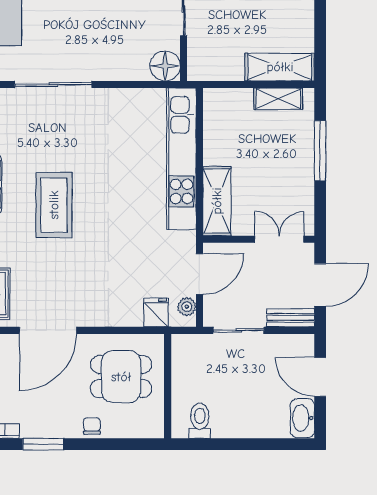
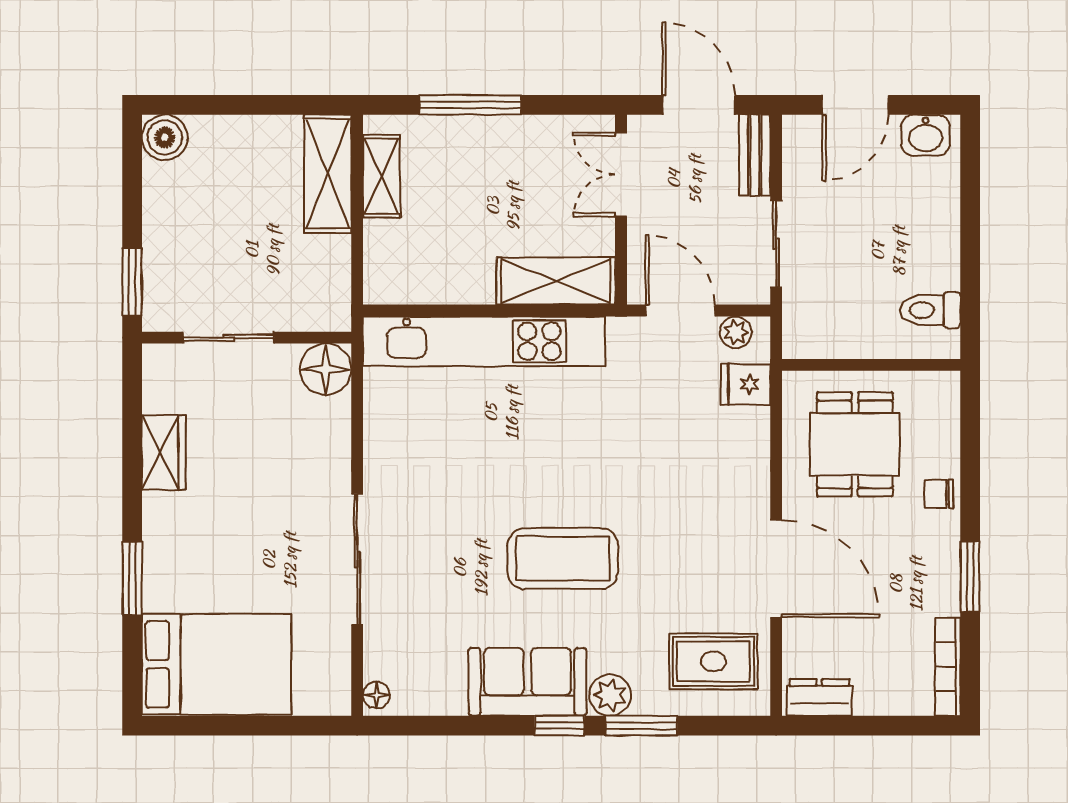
washbasin: (302, 418) -> (926, 135), width x0.72

